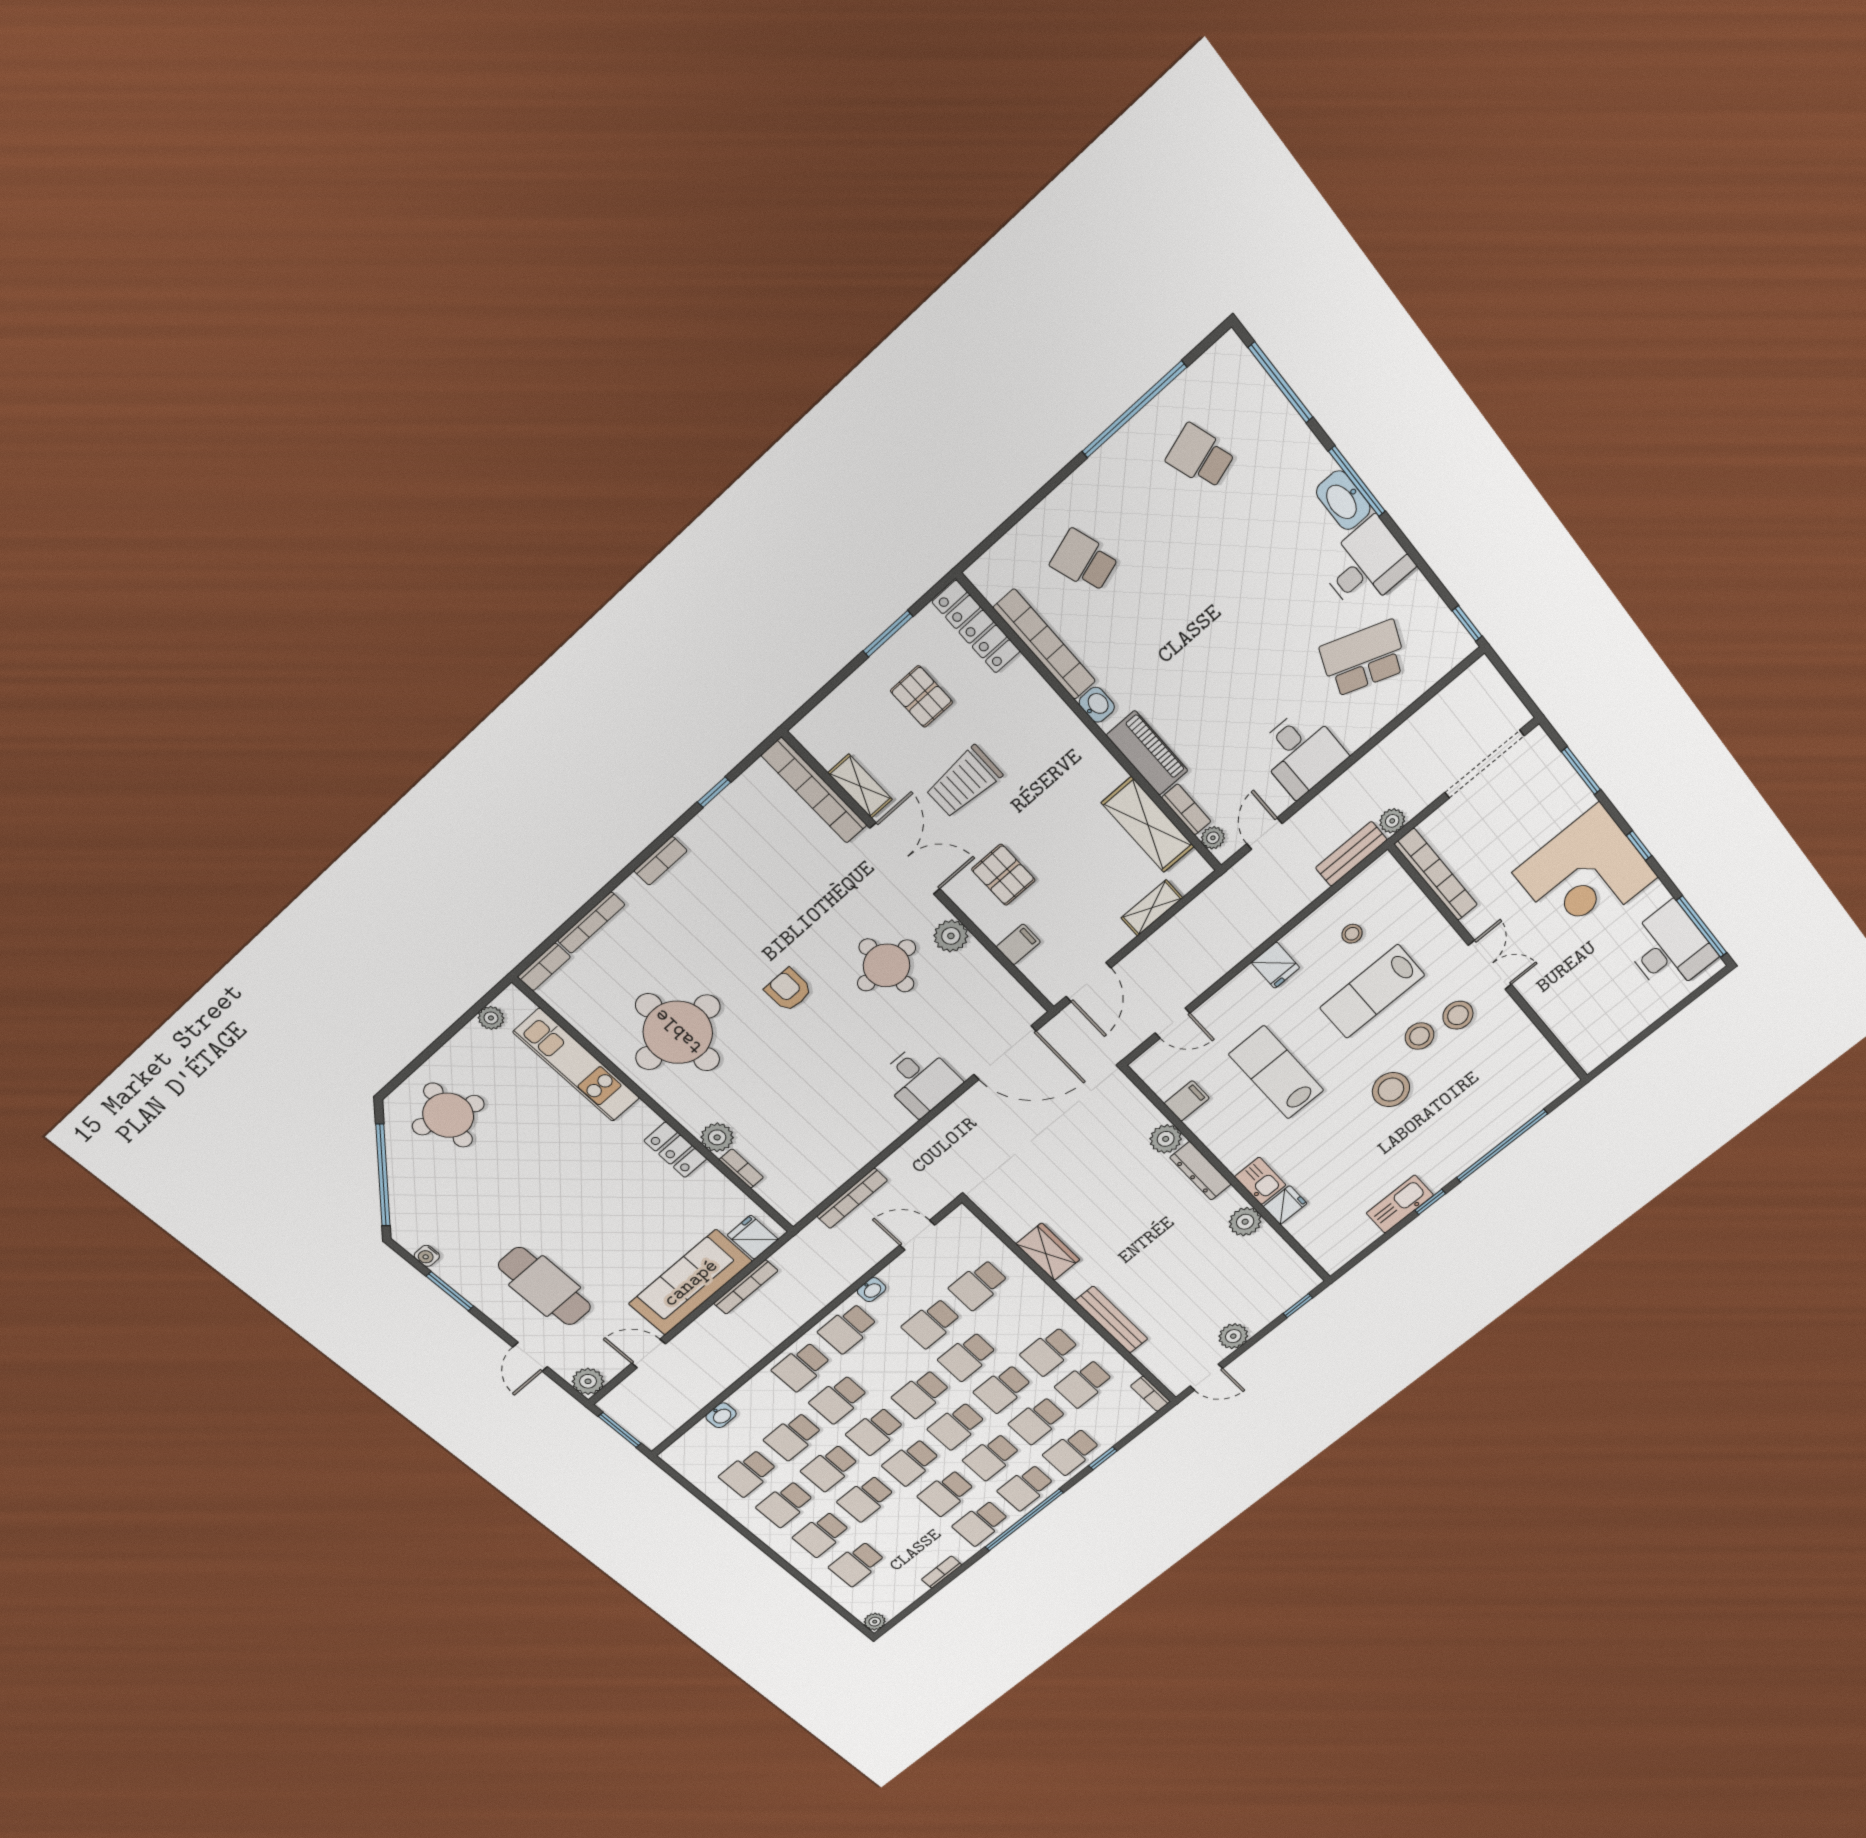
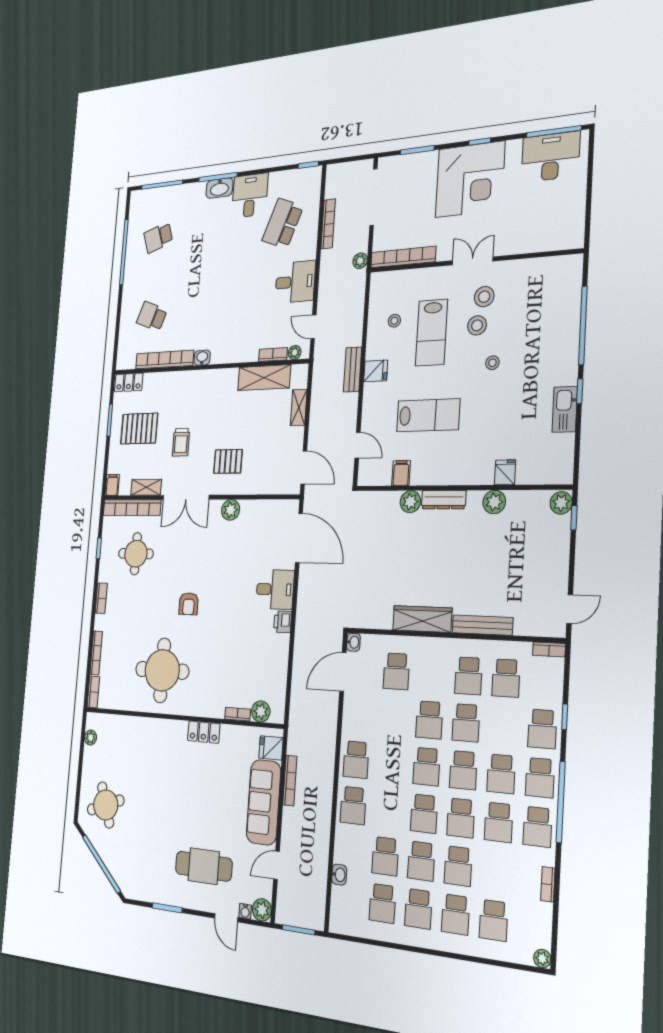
school desk: (1084, 561) -> (152, 316), turned 39
locker: (976, 627) -> (129, 382), width x0.66
pallet: (922, 697) -> (139, 429), width x1.50, depth x1.42
piano: (1147, 753) -> (237, 352), removed
trolley: (964, 782) -> (181, 442), width x0.73, depth x0.72
bench: (1351, 854) -> (353, 370), moved
double door: (905, 859) -> (186, 497), swing flipped
filing cabinet: (1018, 944) -> (112, 485), moved
round table: (887, 965) -> (136, 554), moved
armchair: (788, 990) -> (189, 604), turned -90
door: (1173, 1023) -> (357, 445), hinge flipped
door: (1005, 1053) -> (299, 538), hinge flipped
kitchen unit: (577, 1065) -> (136, 728), removed
lab bench: (1276, 1072) -> (428, 415), turned 180
stool: (1391, 1090) -> (492, 363), width x0.53, depth x0.53
round table: (448, 1115) -> (106, 805), turned -38
printer: (895, 1123) -> (283, 622), added
plant: (717, 1137) -> (261, 711), moved
kitchen sink: (1260, 1181) -> (479, 474), removed
bookcase: (852, 1198) -> (328, 224), moved
door: (917, 1235) -> (343, 672), width x1.38
wardrobe: (1048, 1252) -> (422, 619), width x1.50
water cooler: (427, 1256) -> (245, 911), moved
washbasin: (872, 1290) -> (353, 642), moved
school desk: (931, 1323) -> (394, 717), removed
plant: (1233, 1336) -> (561, 503), moved
school desk: (839, 1399) -> (388, 810), removed
school desk: (1037, 1420) -> (504, 726), removed

